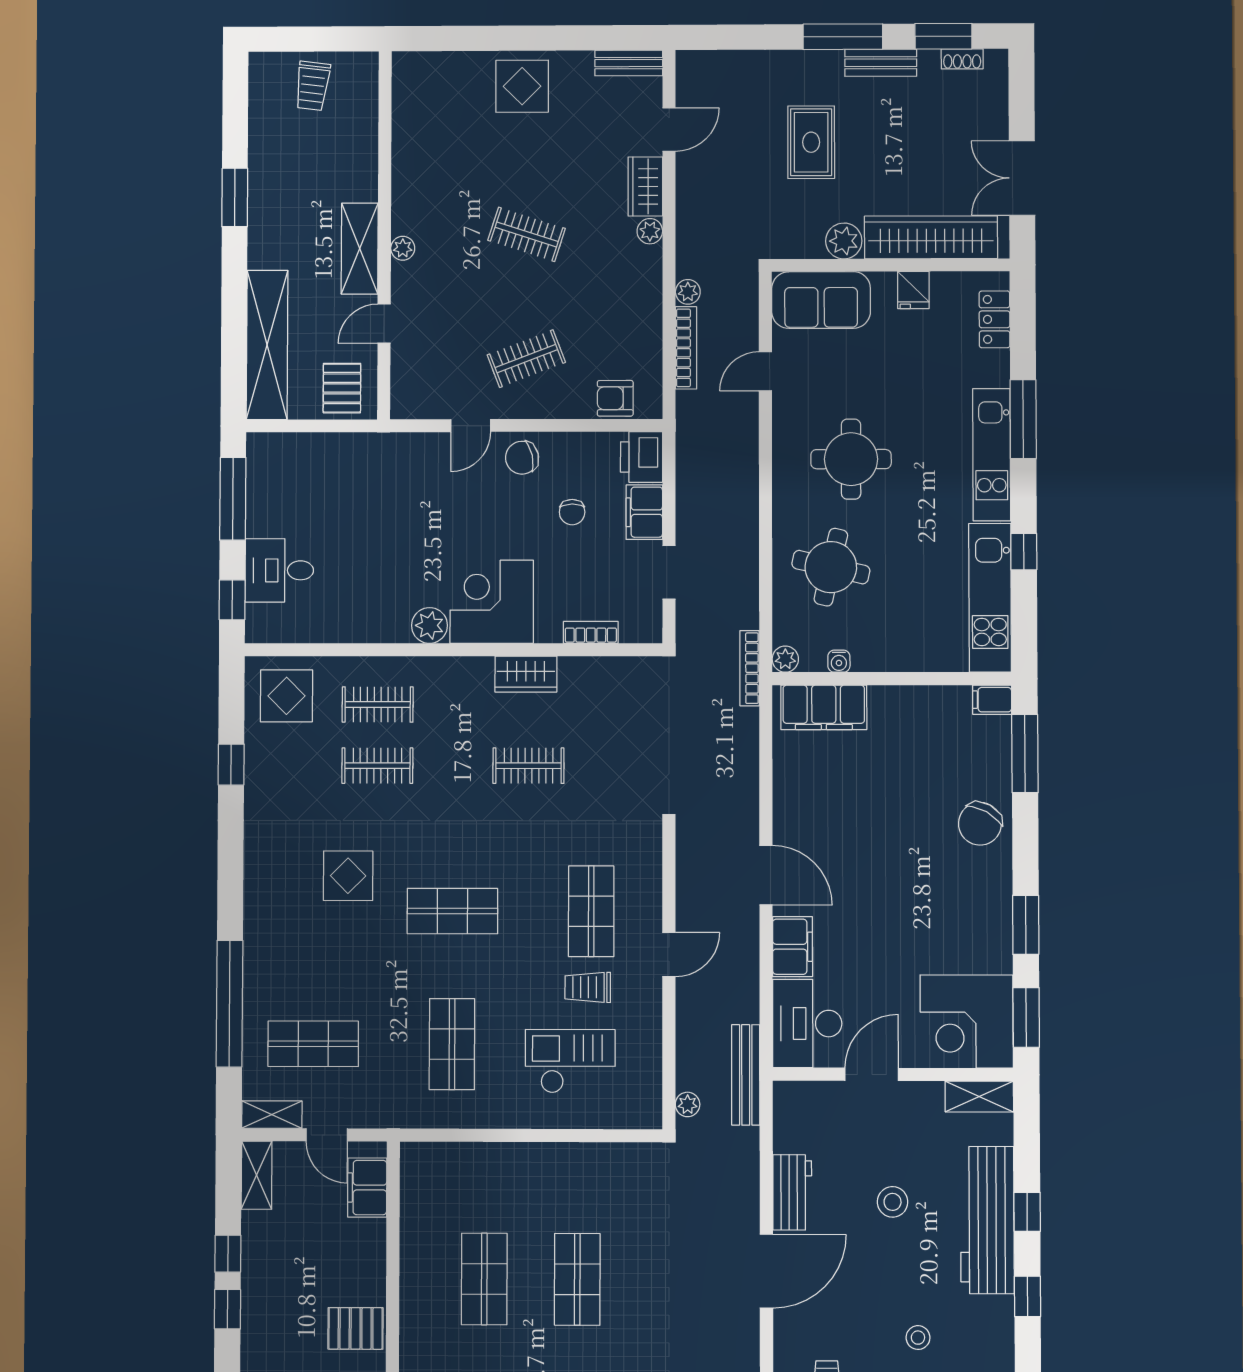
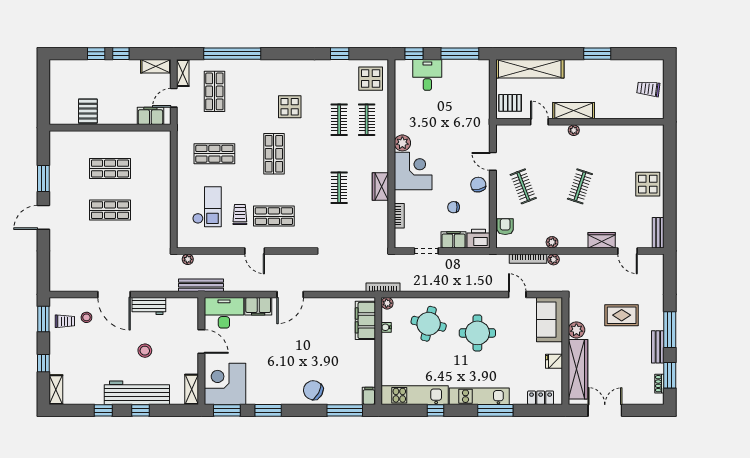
plant: (650, 231) -> (552, 242), moved
stool: (918, 1338) -> (86, 317), moved

